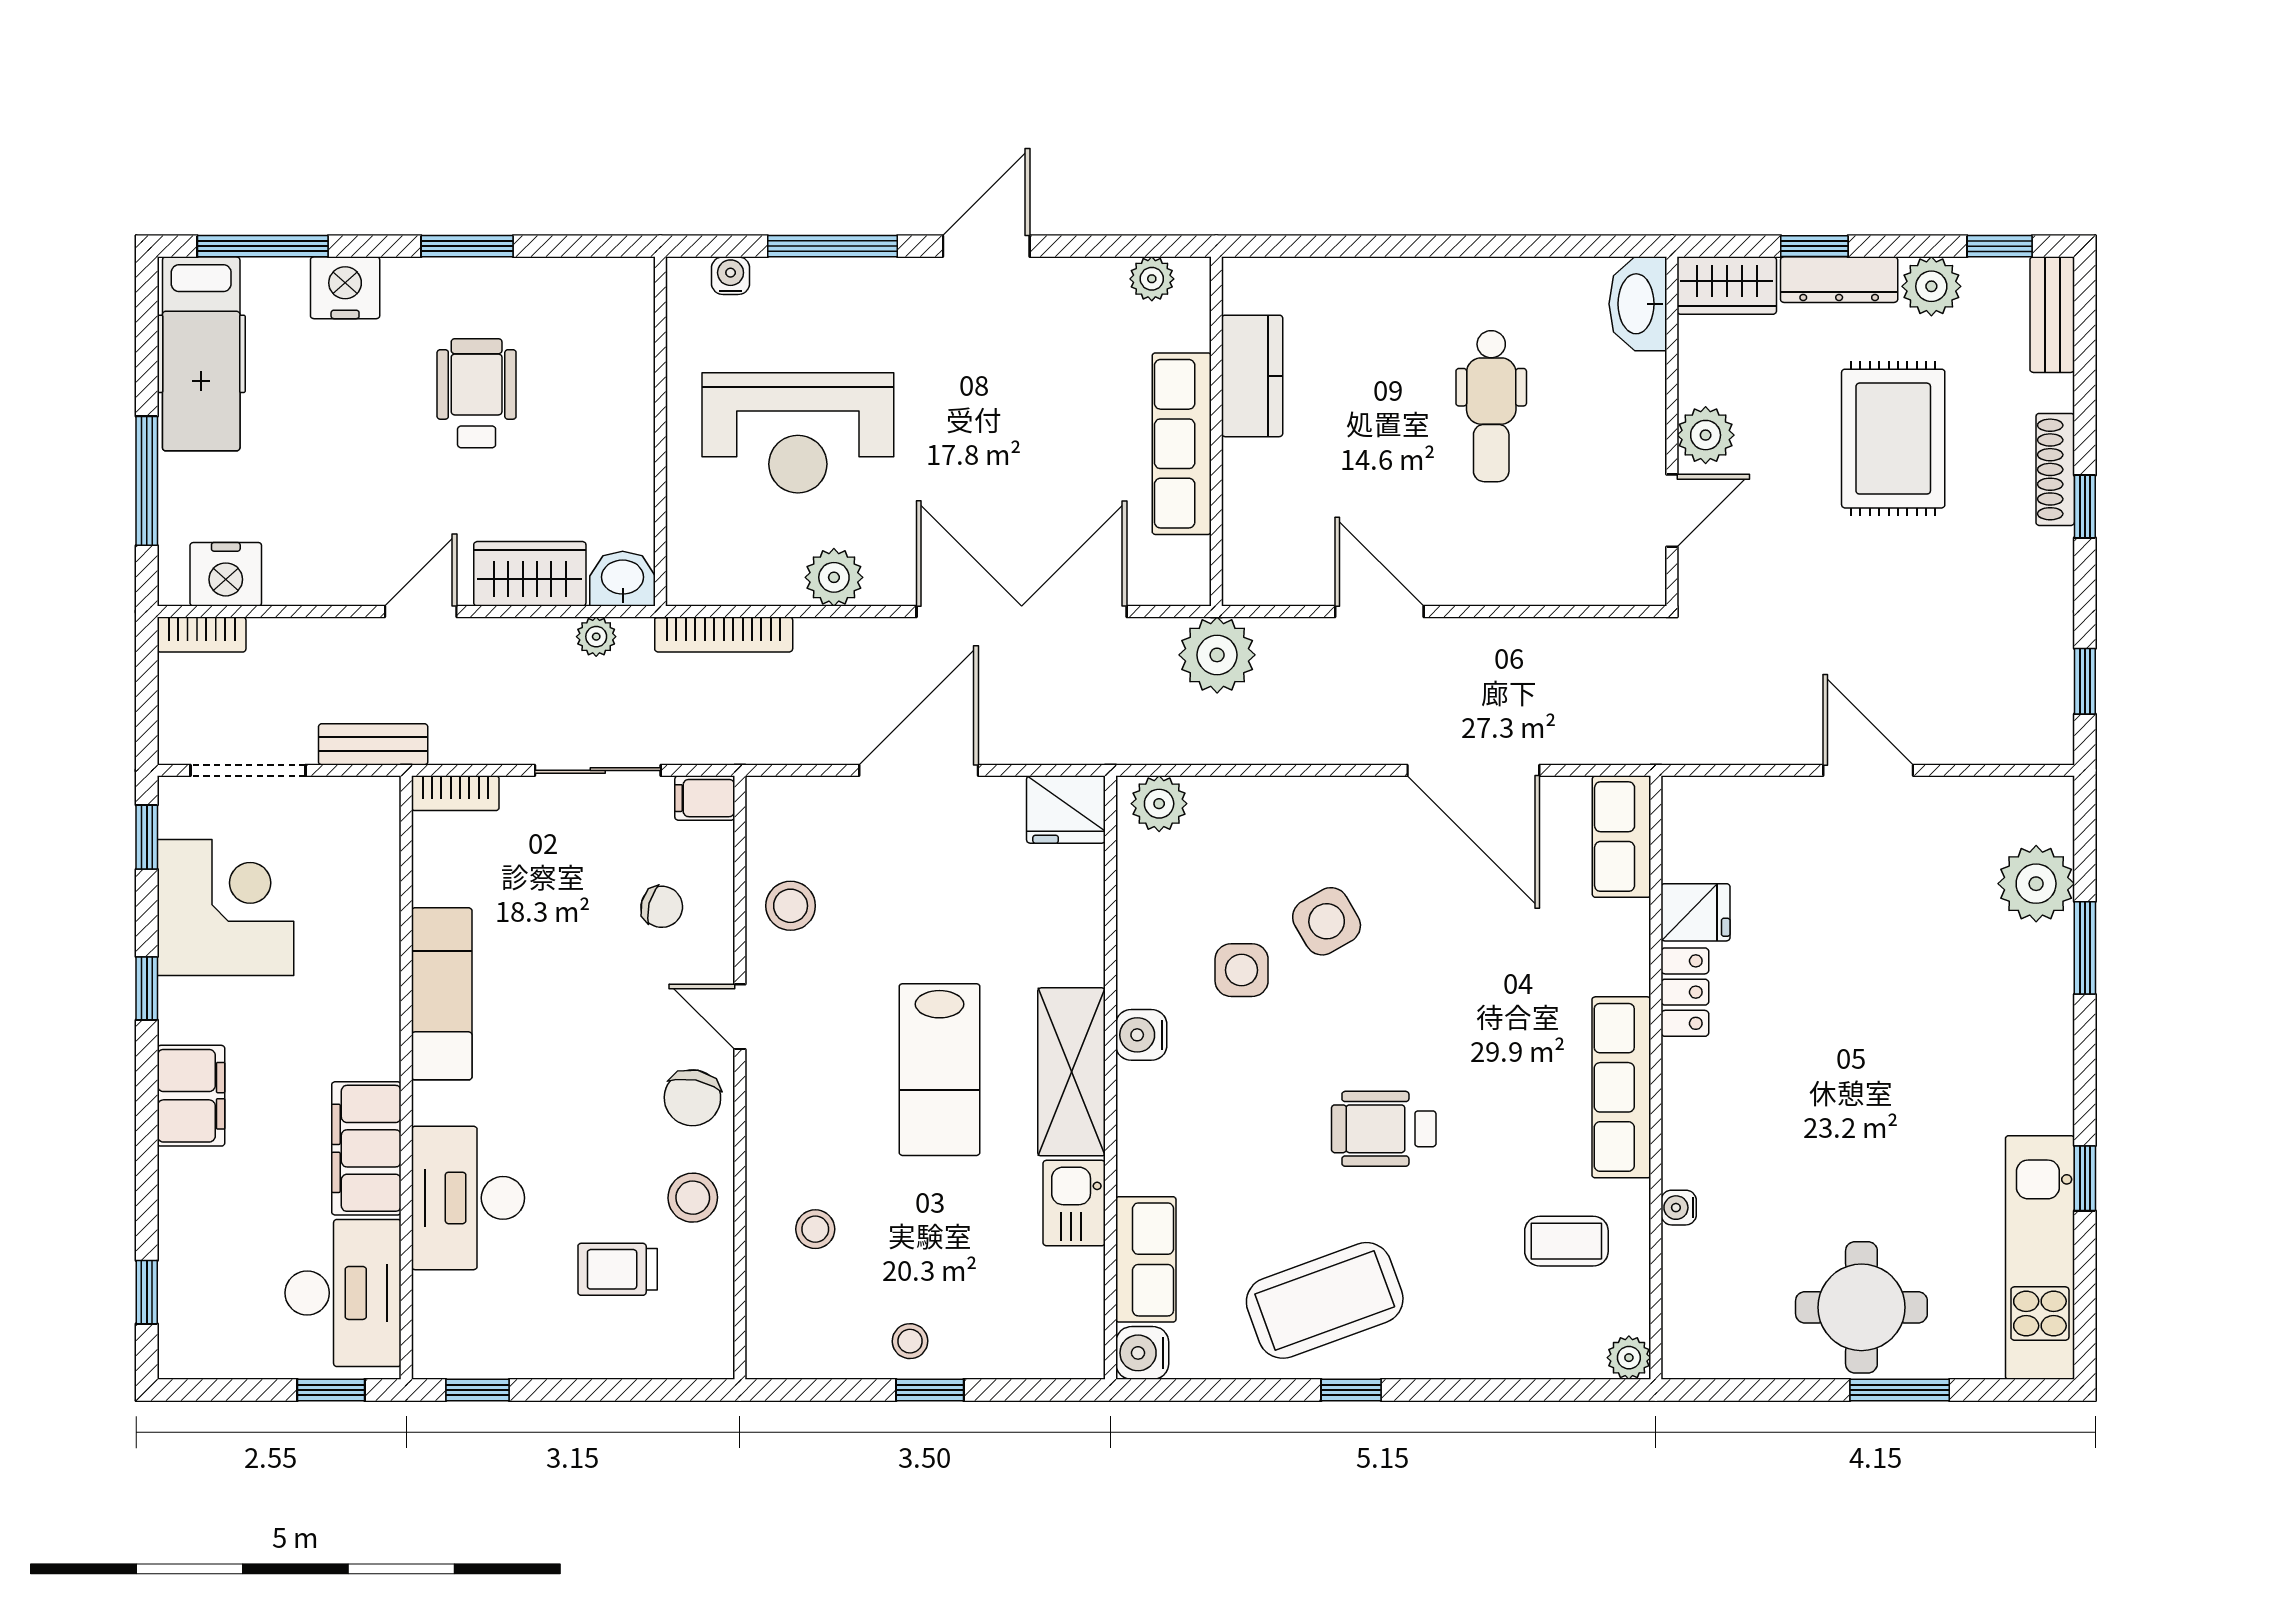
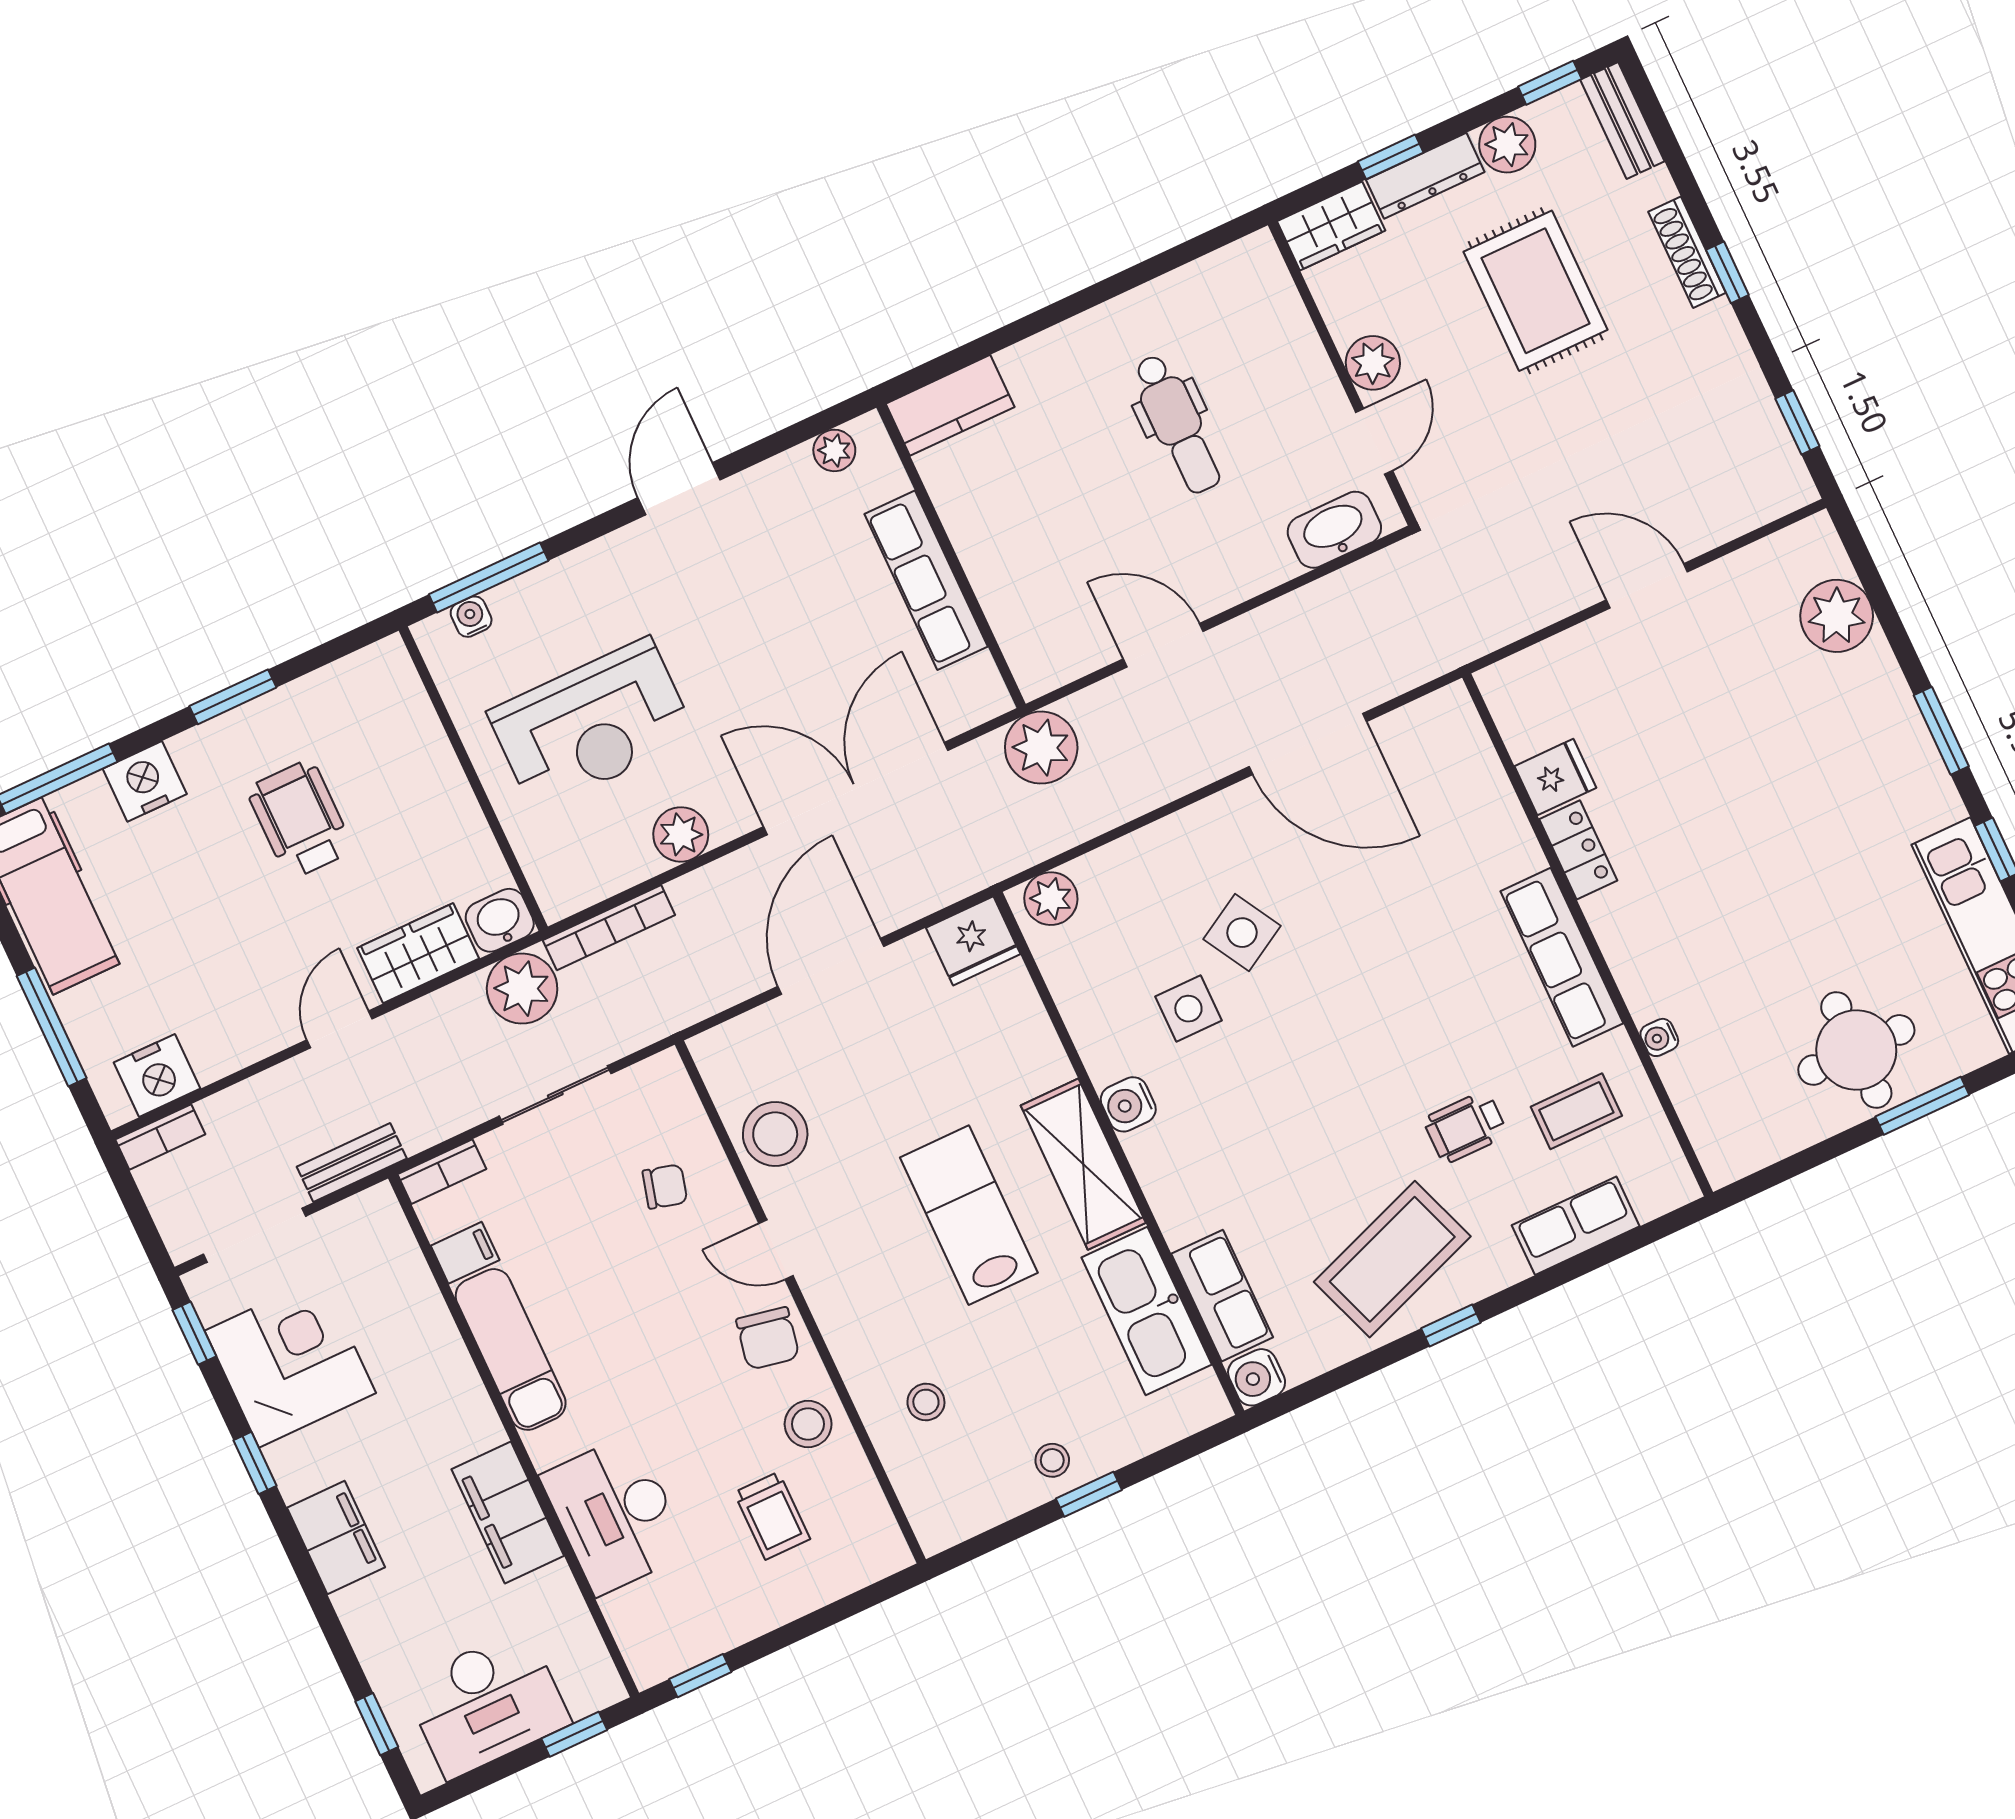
window: (832, 246) -> (489, 578), moved
washbasin: (1638, 304) -> (1334, 530), moved, turned 90
kitchen counter: (1252, 376) -> (950, 405), moved, turned 90
plant: (596, 637) -> (522, 989), width x1.88, depth x1.88
filing cabinet: (705, 798) -> (465, 1253), moved, turned 180
row of seats: (1622, 837) -> (1576, 1226), moved, turned 90
stool: (791, 906) -> (775, 1134), width x1.38, depth x1.38
window: (2085, 948) -> (1941, 731), moved
lab bench: (939, 1070) -> (969, 1215), turned 180
wheelchair: (1384, 1129) -> (1465, 1127), moved, width x0.73, depth x0.73
kitchen sink: (1074, 1203) -> (1147, 1311), width x1.87, depth x1.24
trolley: (618, 1269) -> (772, 1516), turned -90
desk: (343, 1293) -> (487, 1703), moved, turned 90
plant: (1629, 1358) -> (1677, 1186), removed

